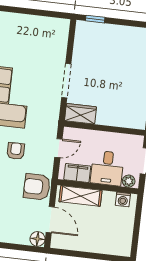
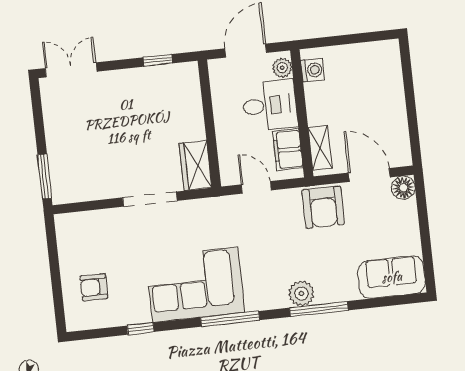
window: (95, 19) -> (45, 176), width x1.50
armchair: (16, 151) -> (94, 287), moved
shelving: (80, 196) -> (320, 148), width x0.67, depth x0.75
door: (50, 220) -> (369, 175), hinge flipped

